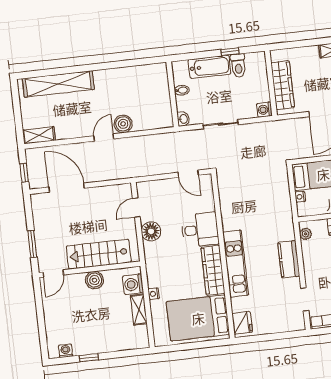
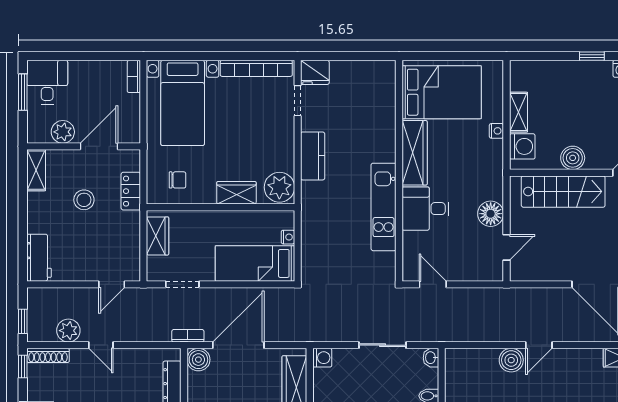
plant: (306, 234) -> (279, 187), width x1.87, depth x1.87
kitchen unit: (236, 264) -> (384, 207), moved
fridge: (242, 323) -> (315, 72), moved, turned -90

